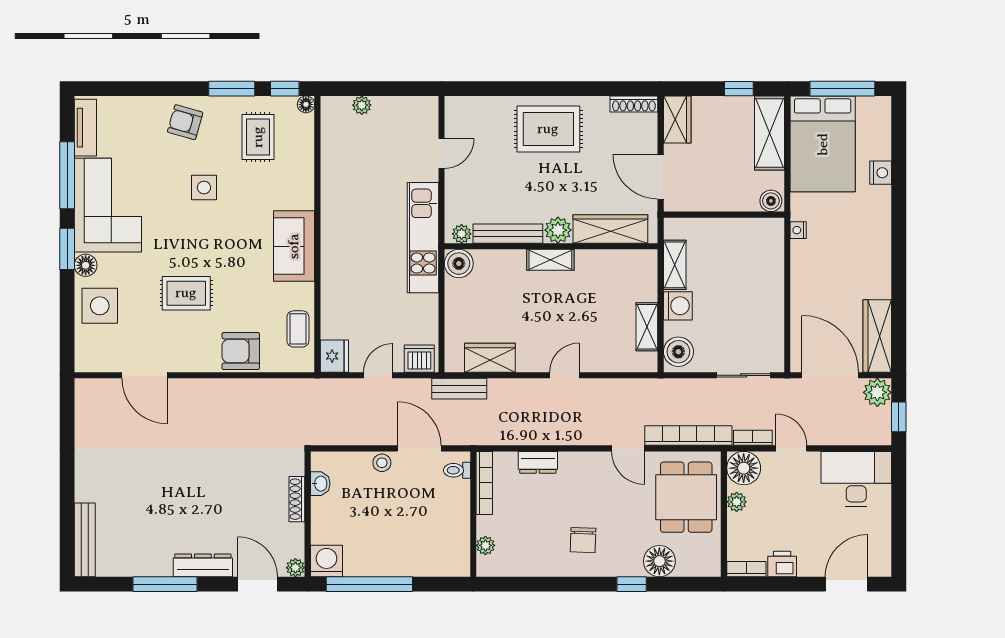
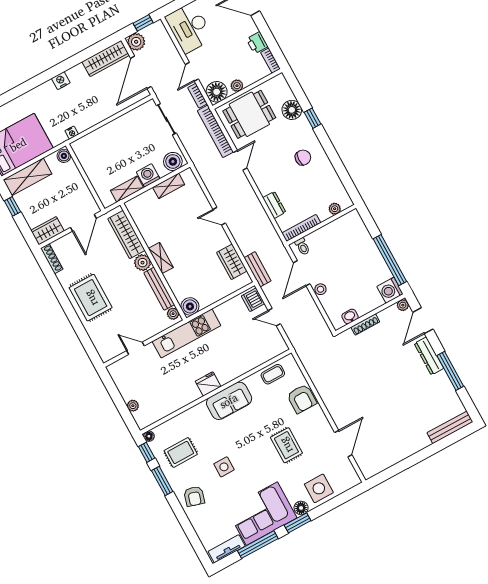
nightstand: (881, 173) -> (61, 81), moved
fridge: (334, 356) -> (208, 384), moved

